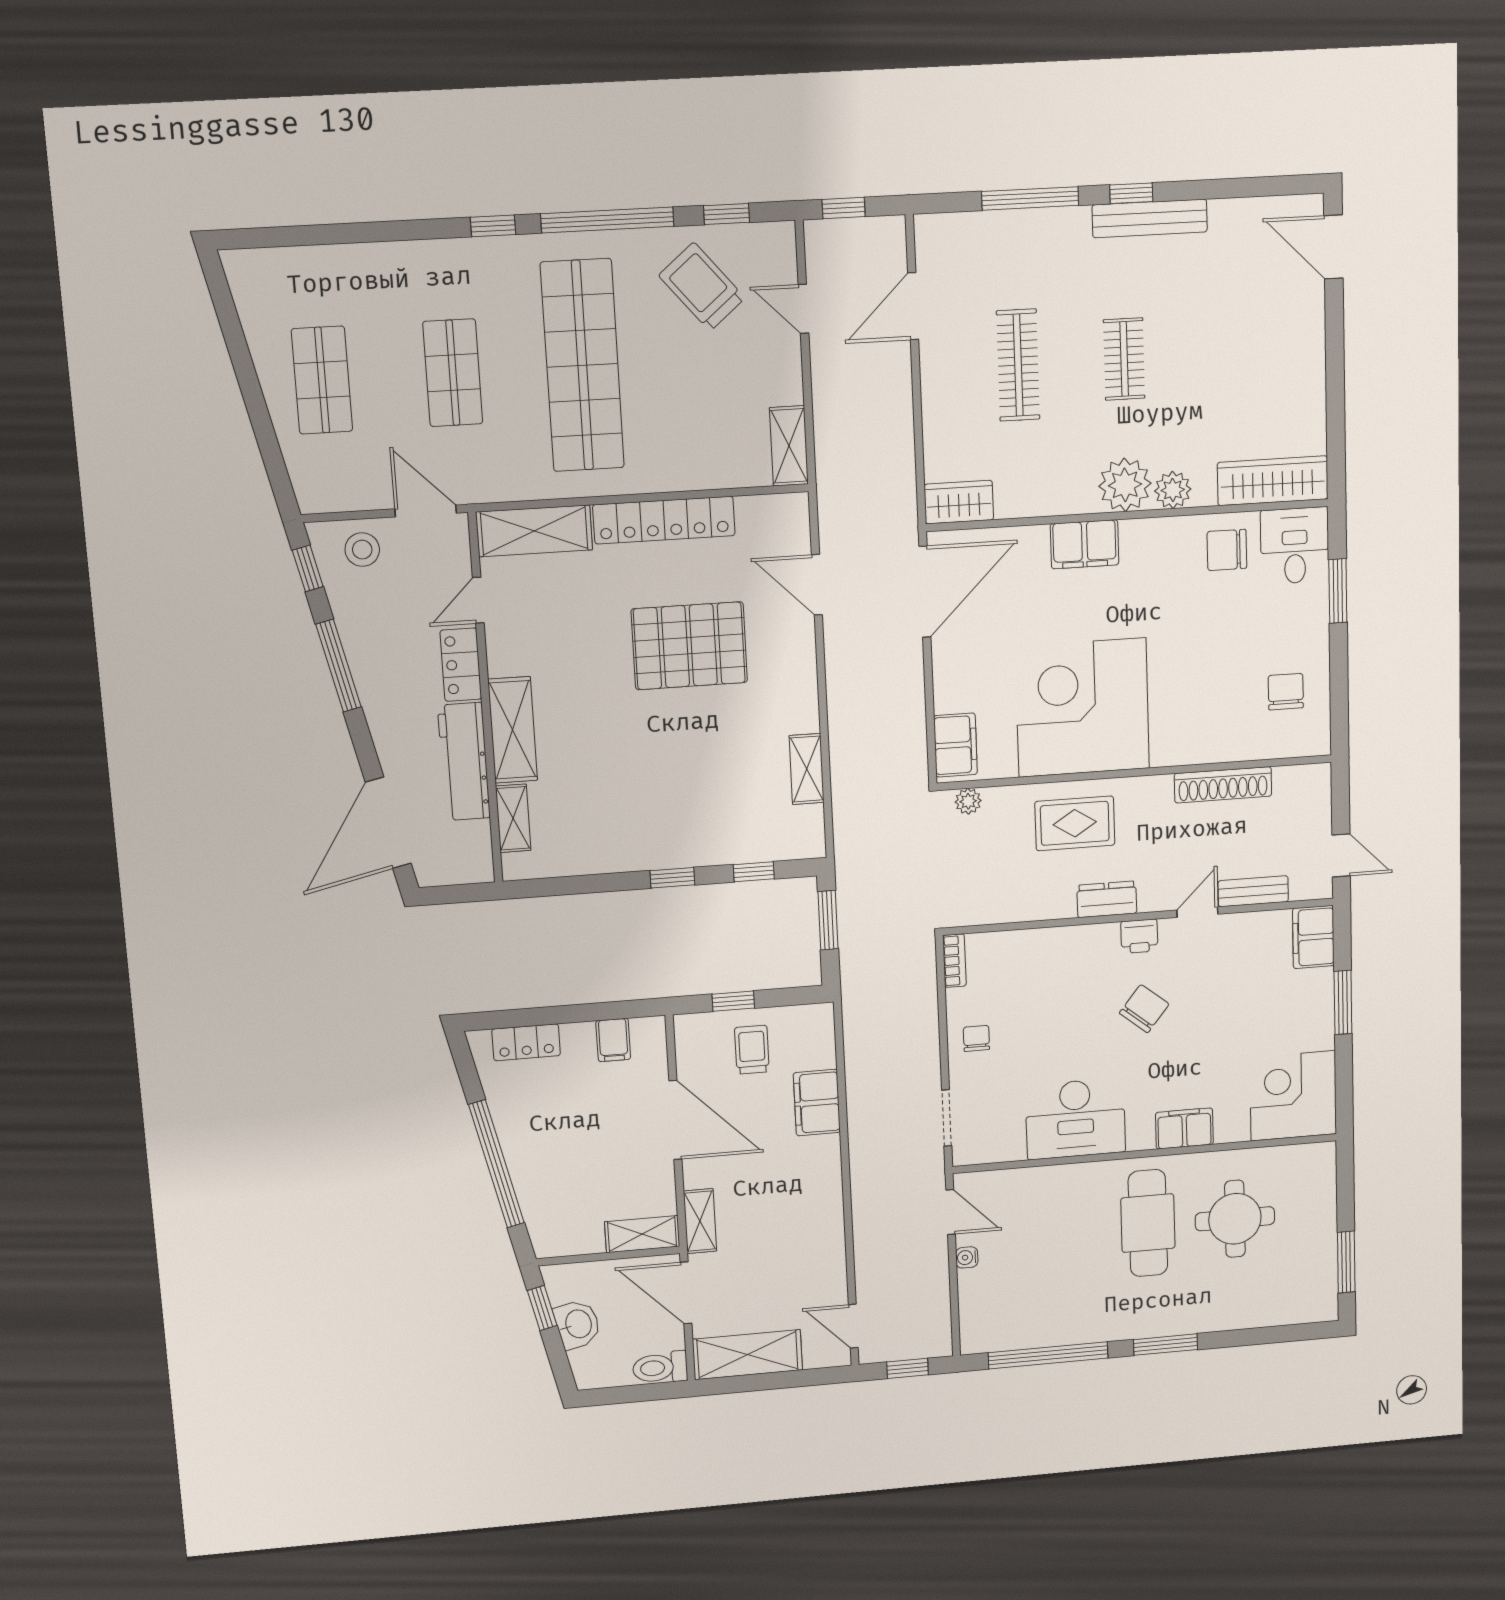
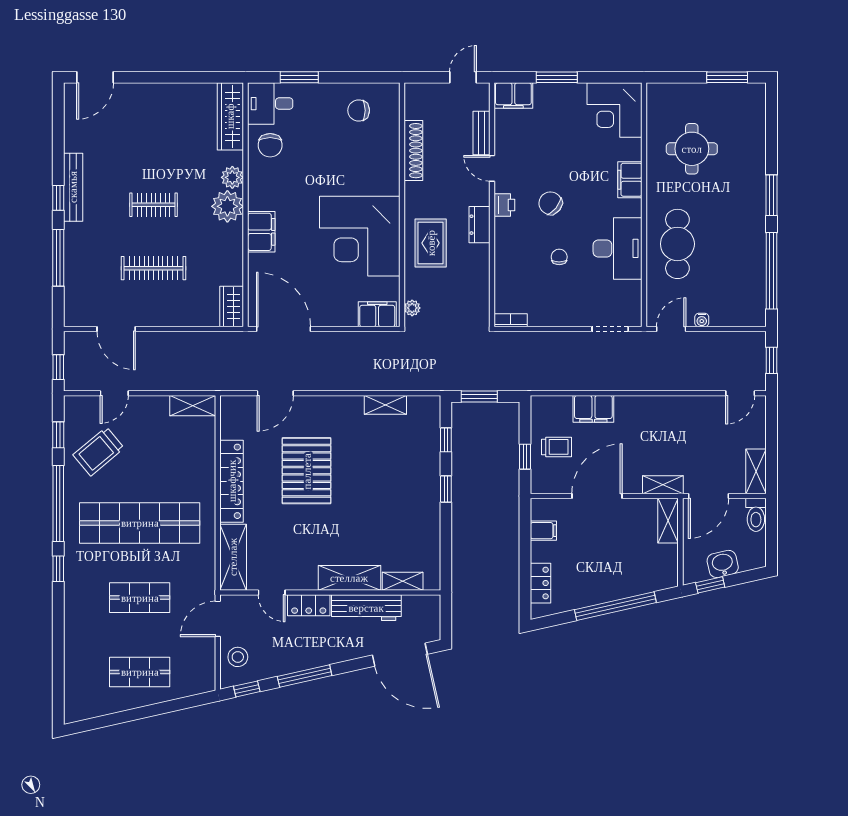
chair: (976, 1038) -> (559, 257), moved, turned 90
trolley: (752, 1050) -> (557, 447), turned 180
cafe table: (1148, 1223) -> (677, 244), moved, turned 90
shelving: (747, 1355) -> (756, 471), width x0.67, depth x0.75

